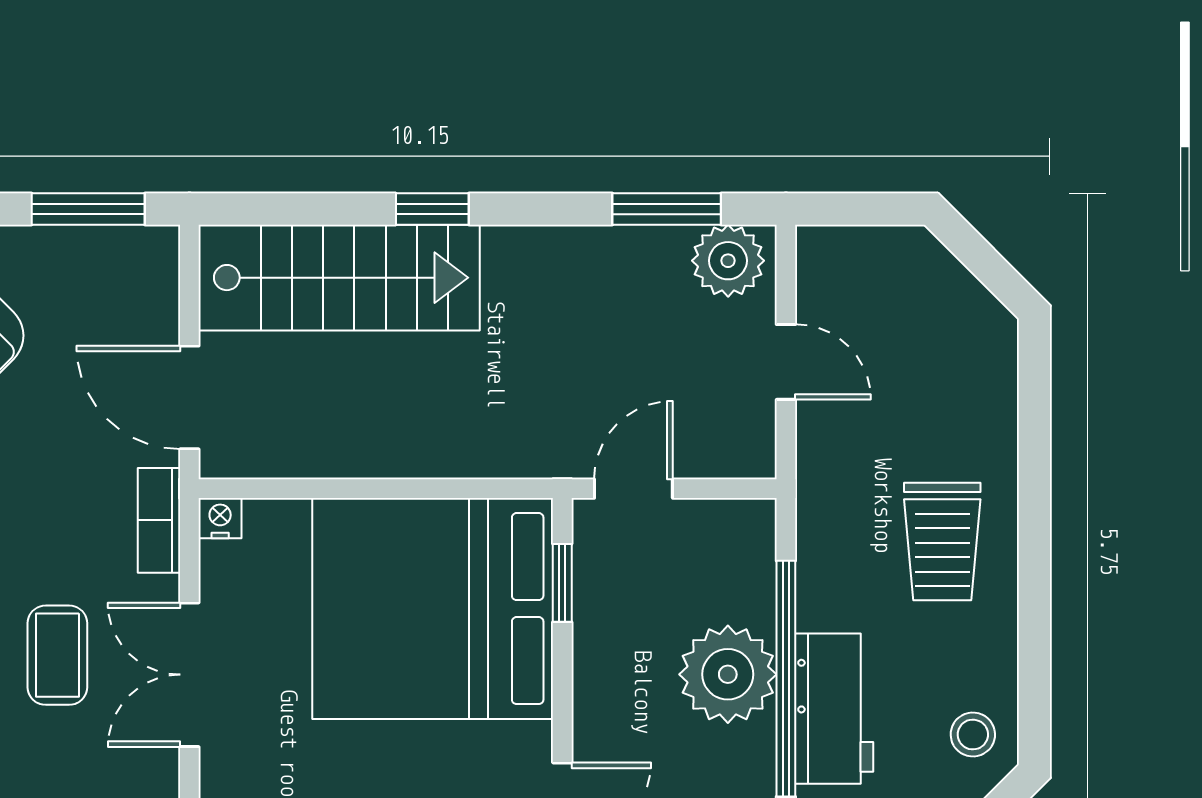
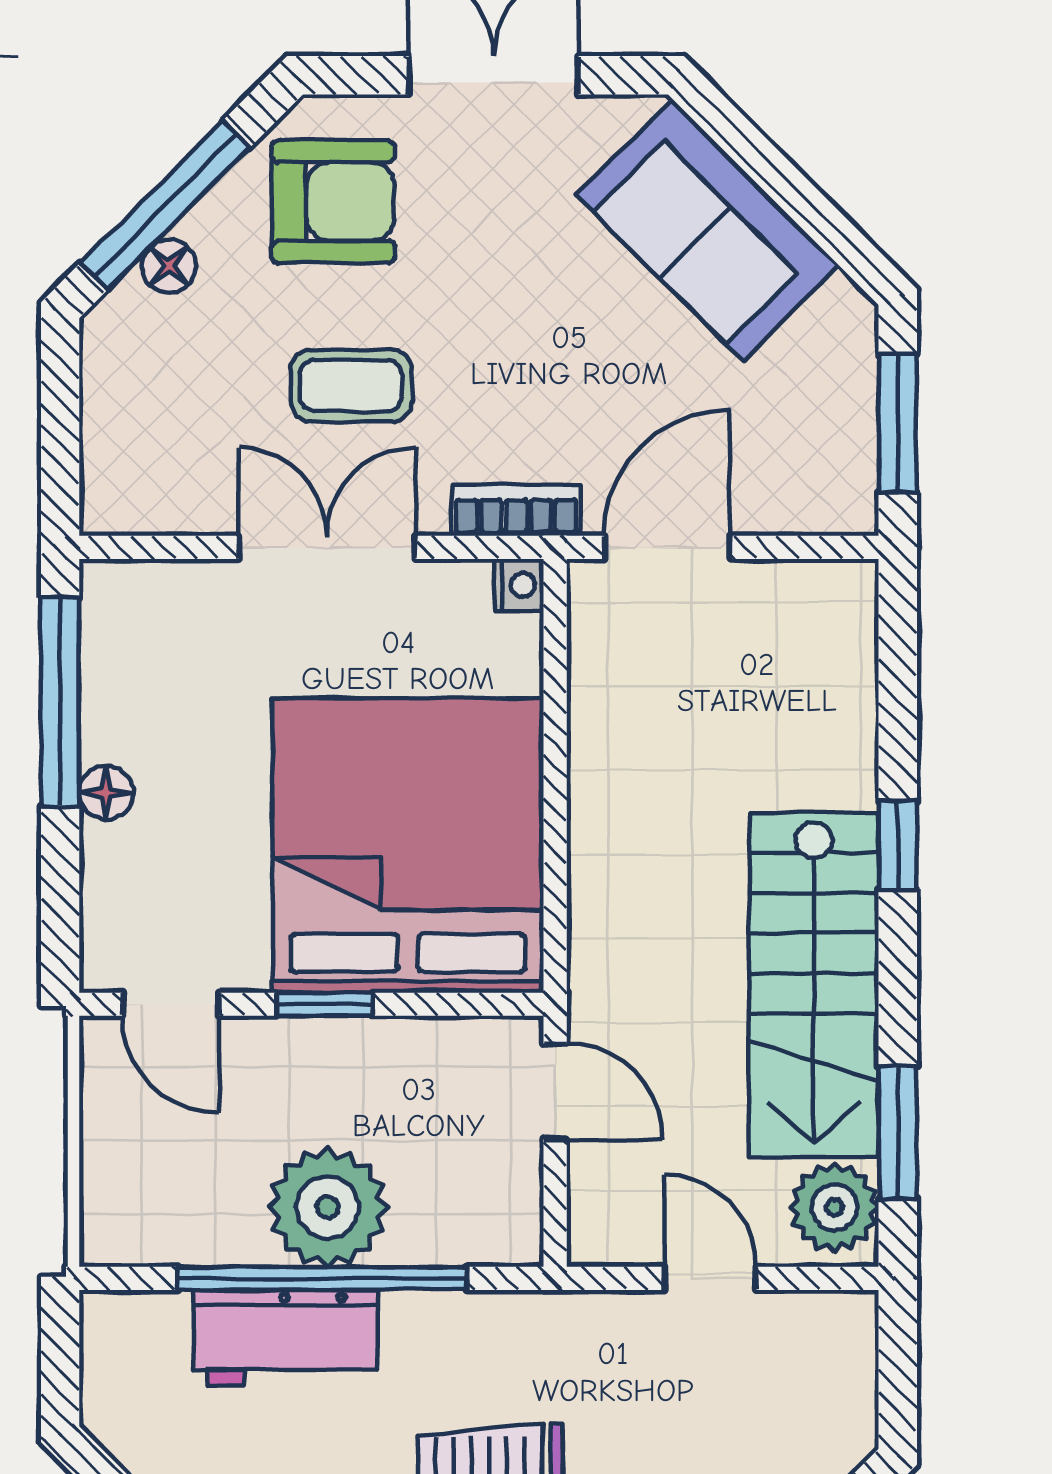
stairs: (339, 278) -> (814, 985), moved
door: (786, 362) -> (710, 1278), swing flipped
window: (562, 583) -> (325, 1004), moved

